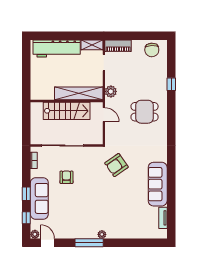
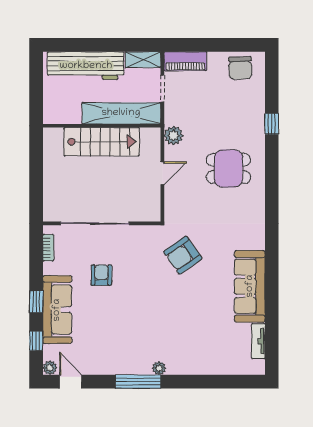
shelving: (79, 93) -> (121, 113), moved
wall: (67, 101) -> (102, 126), moved
stairs: (67, 111) -> (102, 142), moved
door: (104, 115) -> (162, 173), hinge flipped

